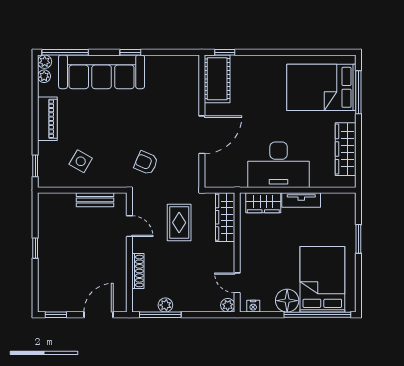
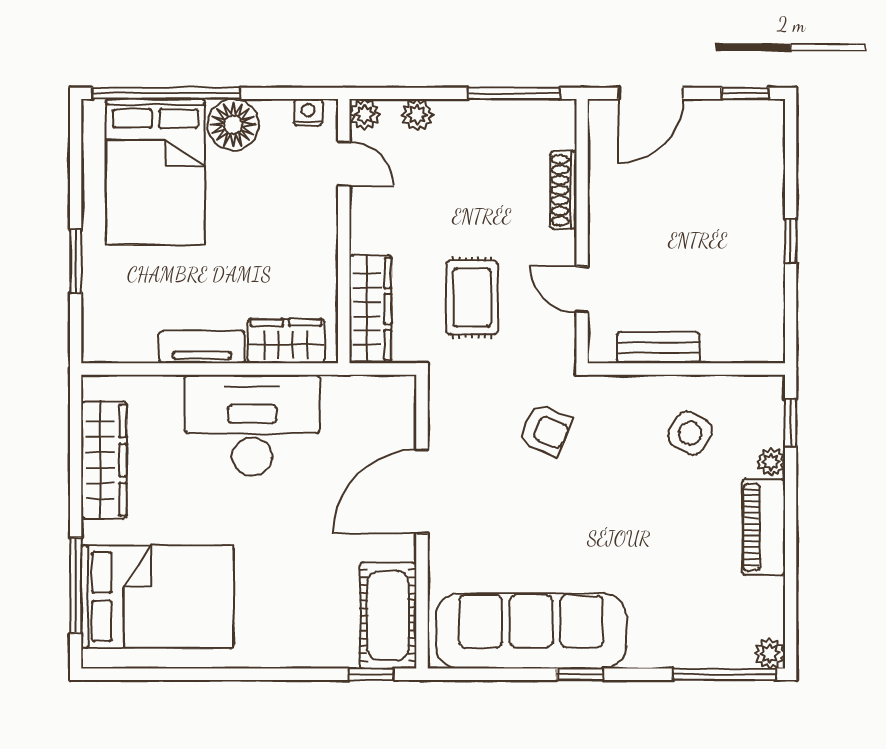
sofa: (102, 72) -> (531, 631), moved
plant: (44, 76) -> (771, 462), moved
plant: (165, 305) -> (417, 115), moved

